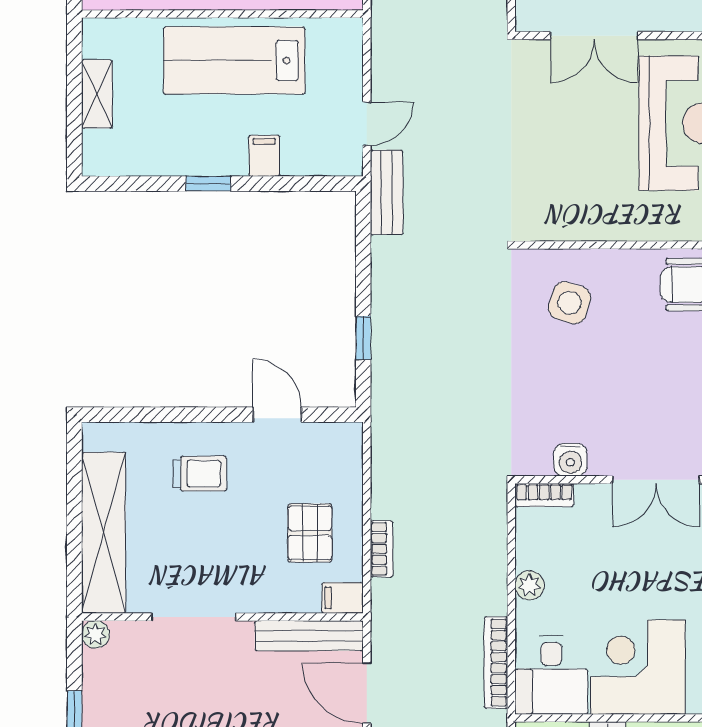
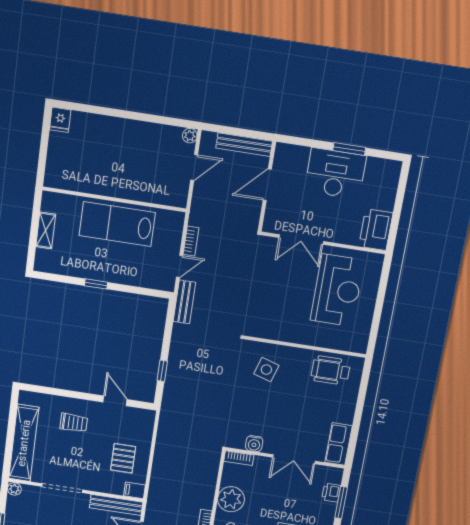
filing cabinet: (264, 156) -> (126, 274), removed
bookcase: (382, 549) -> (191, 241), moved
plant: (530, 585) -> (231, 499), width x1.88, depth x1.88

